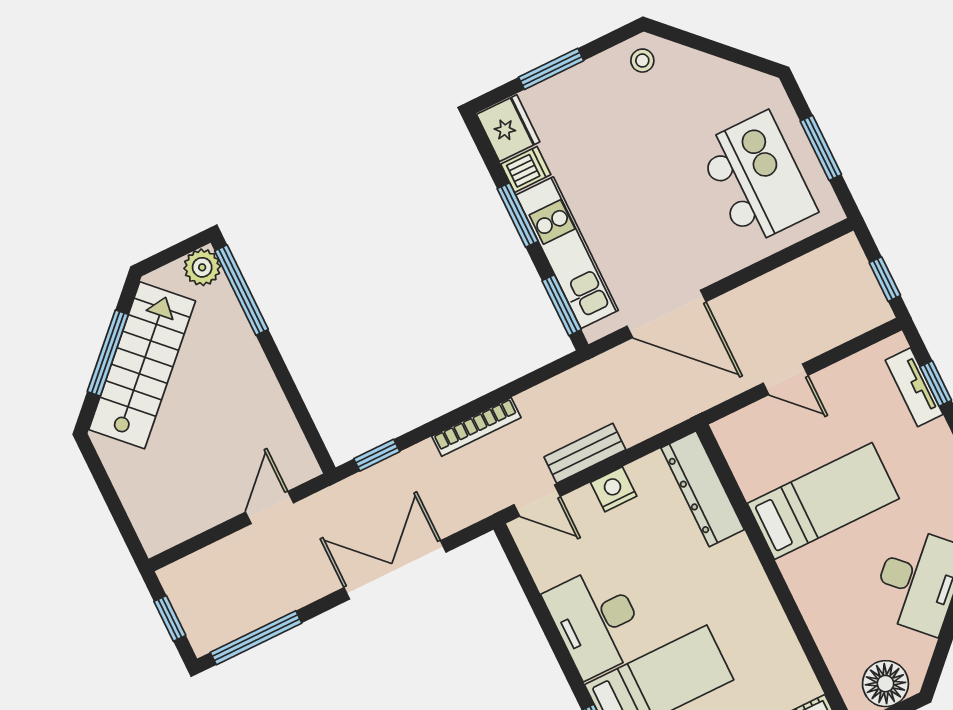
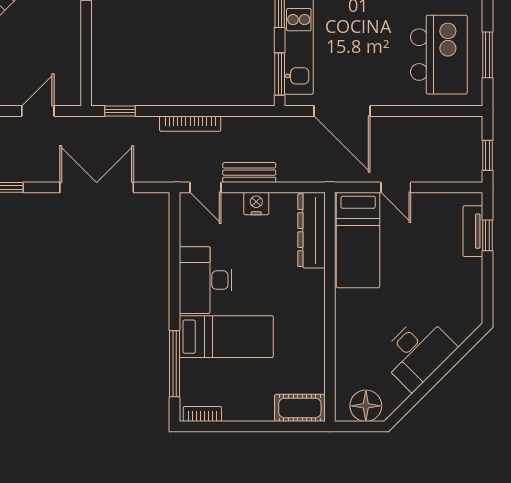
bed: (823, 501) -> (358, 240), moved, turned 90

